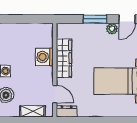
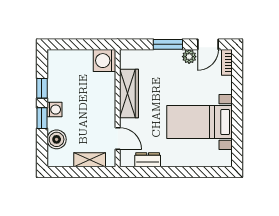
washing machine: (44, 57) -> (105, 61), moved
dresser: (67, 111) -> (148, 160), moved

